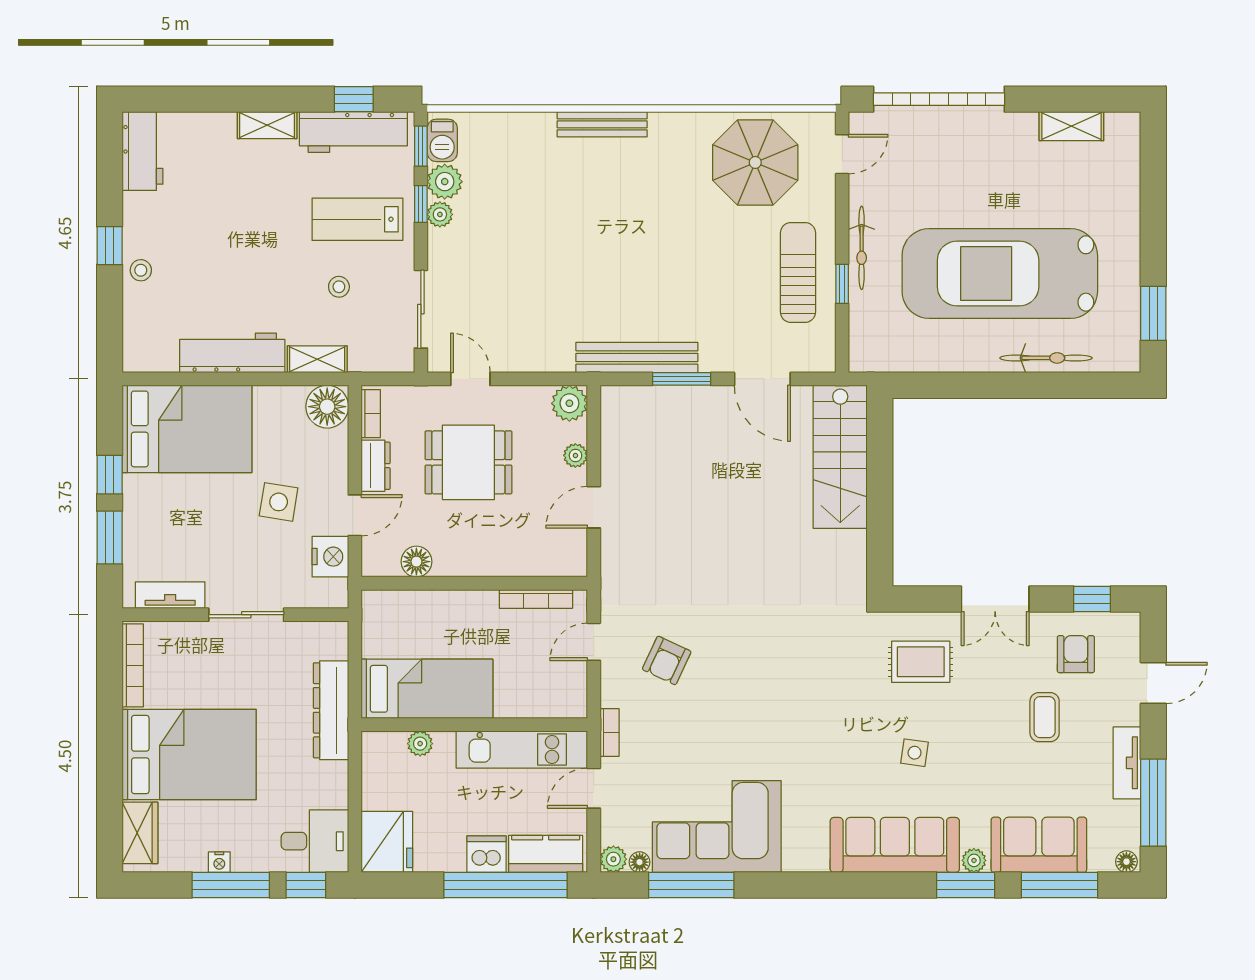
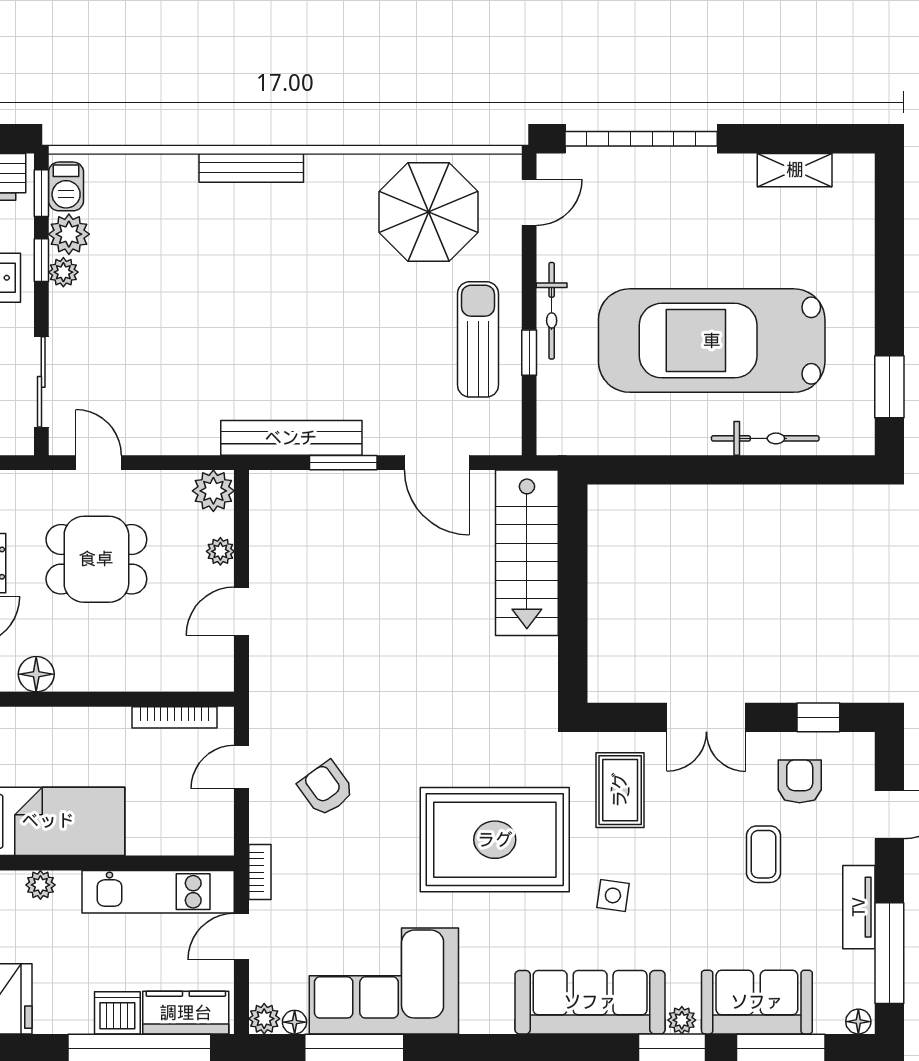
armchair: (667, 660) -> (326, 789), turned 119
rug: (921, 662) -> (620, 790), turned 90
rug: (812, 705) -> (495, 840), added

